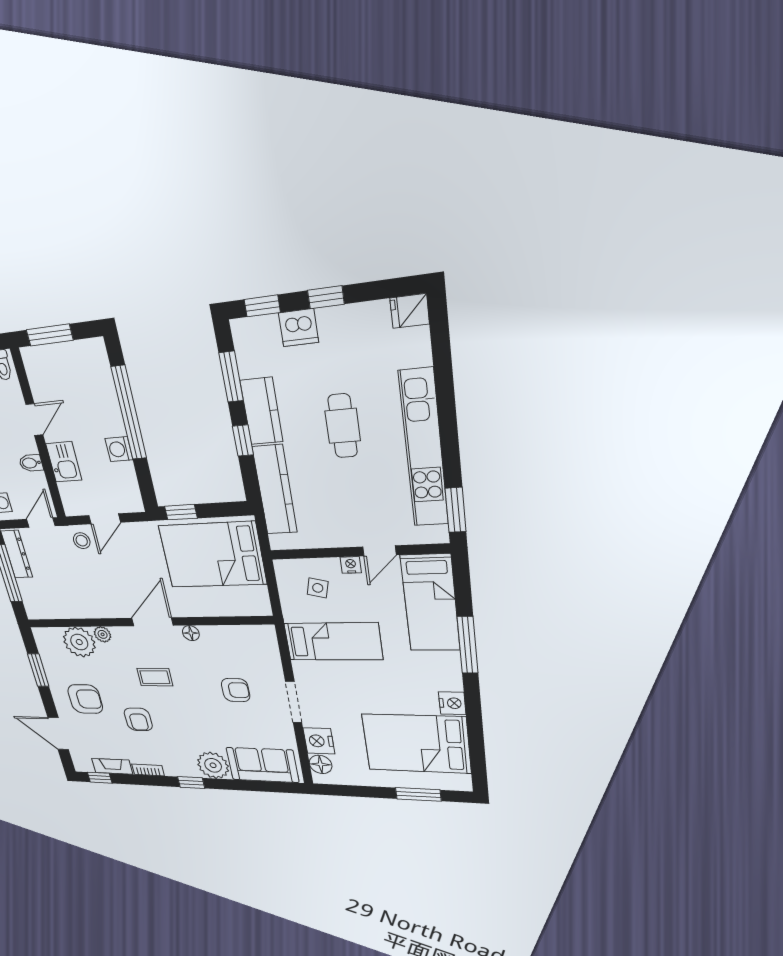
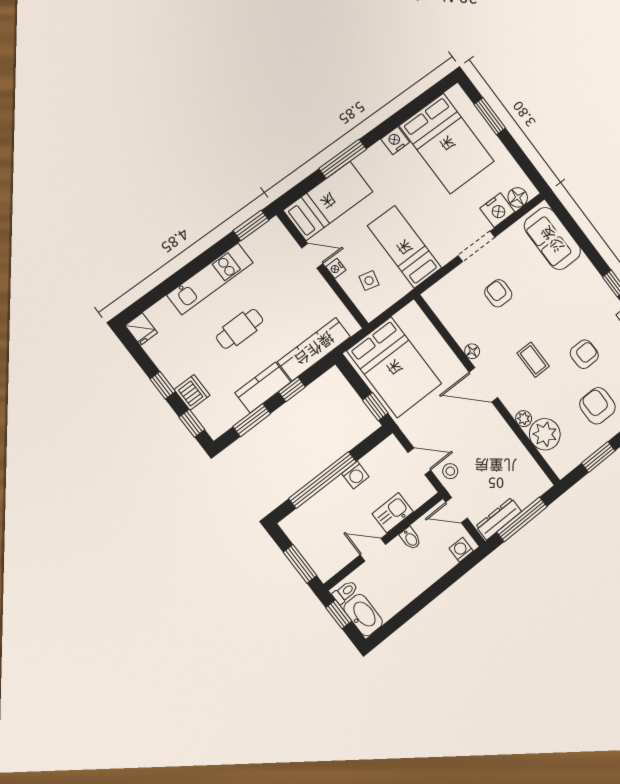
kitchen unit: (424, 449) -> (210, 279), width x0.73
plant: (213, 765) -> (583, 275), removed

